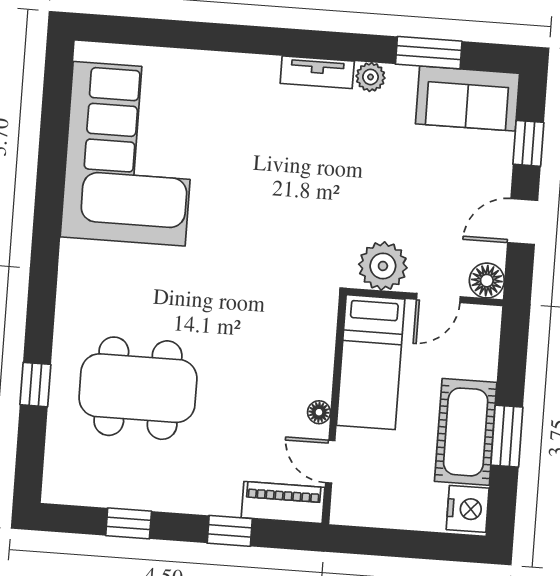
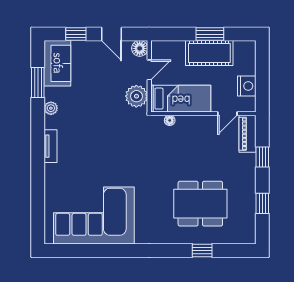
tv unit: (317, 72) -> (51, 146), moved
door: (438, 298) -> (149, 70), hinge flipped
dining table: (138, 388) -> (200, 204), turned 90
floor lamp: (319, 412) -> (170, 120), moved
nightstand: (468, 509) -> (247, 86), moved, turned 90

